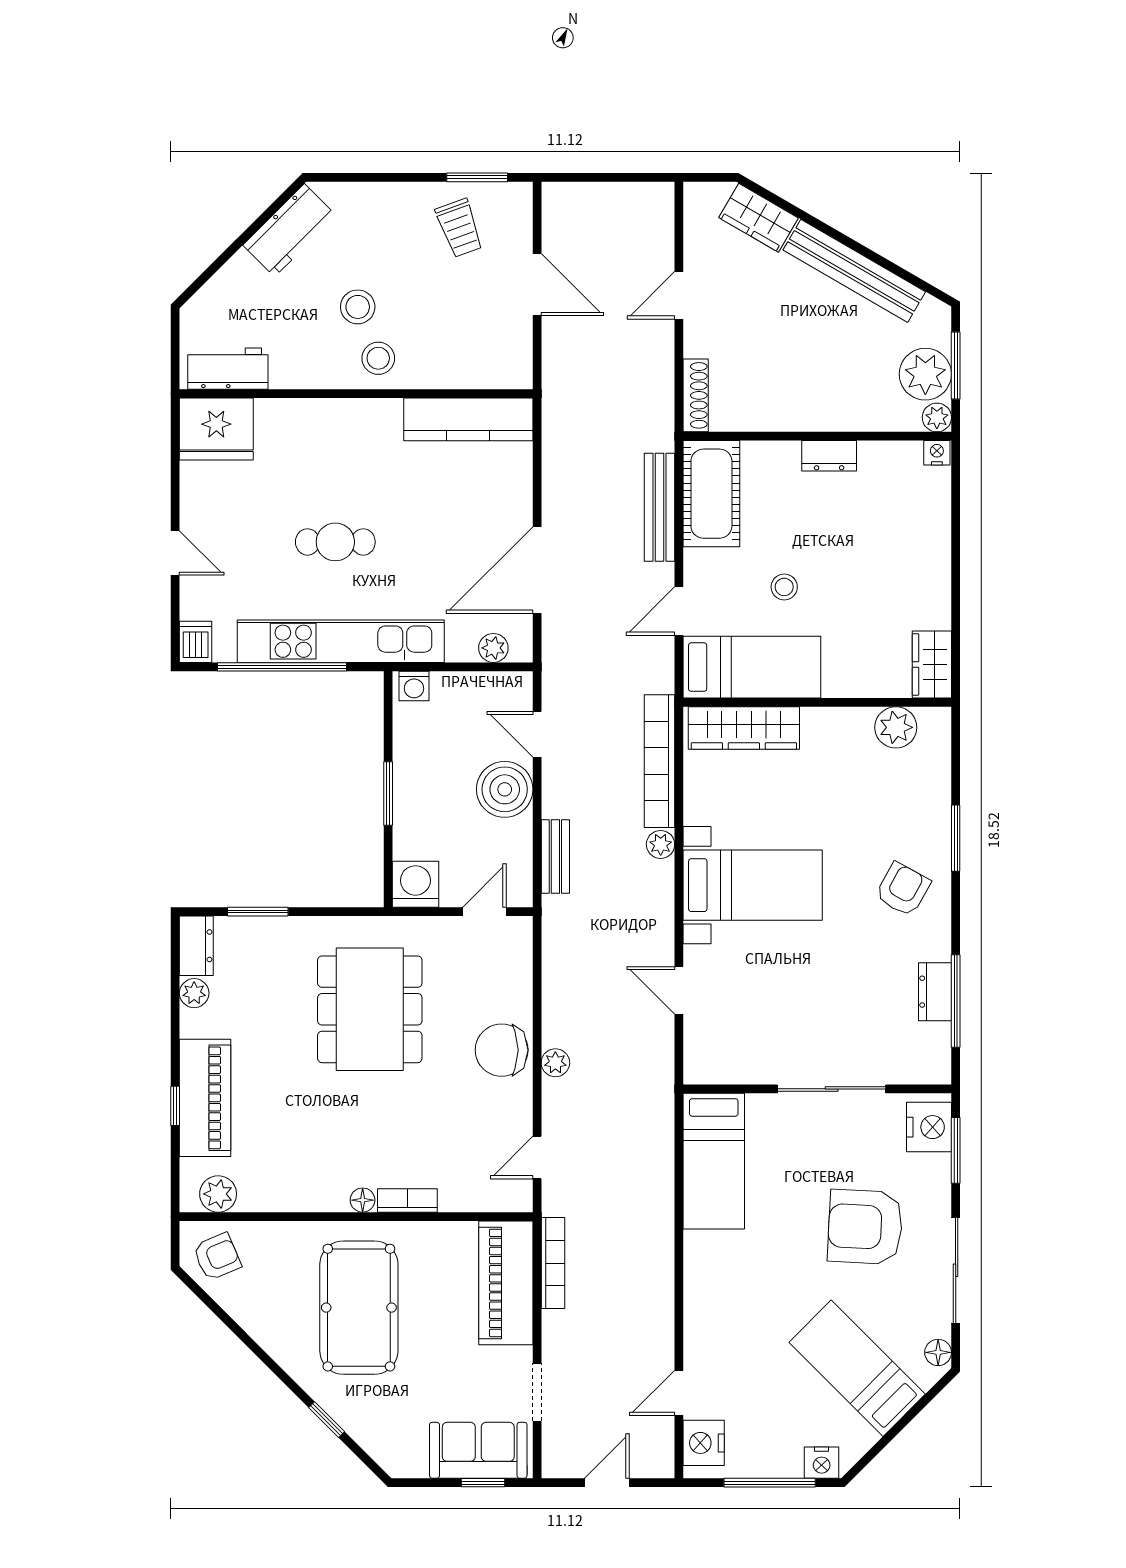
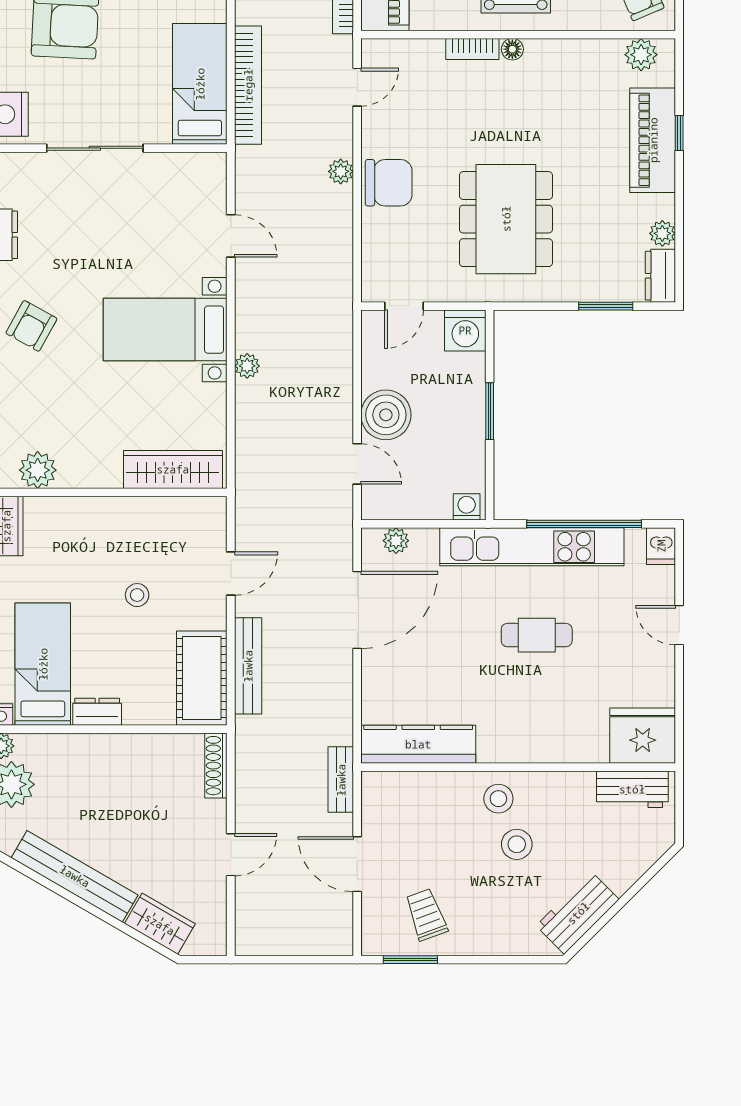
bed: (752, 667) -> (43, 664), moved, turned 90
bookcase: (660, 761) -> (248, 85), moved
bench: (555, 856) -> (341, 780), moved

